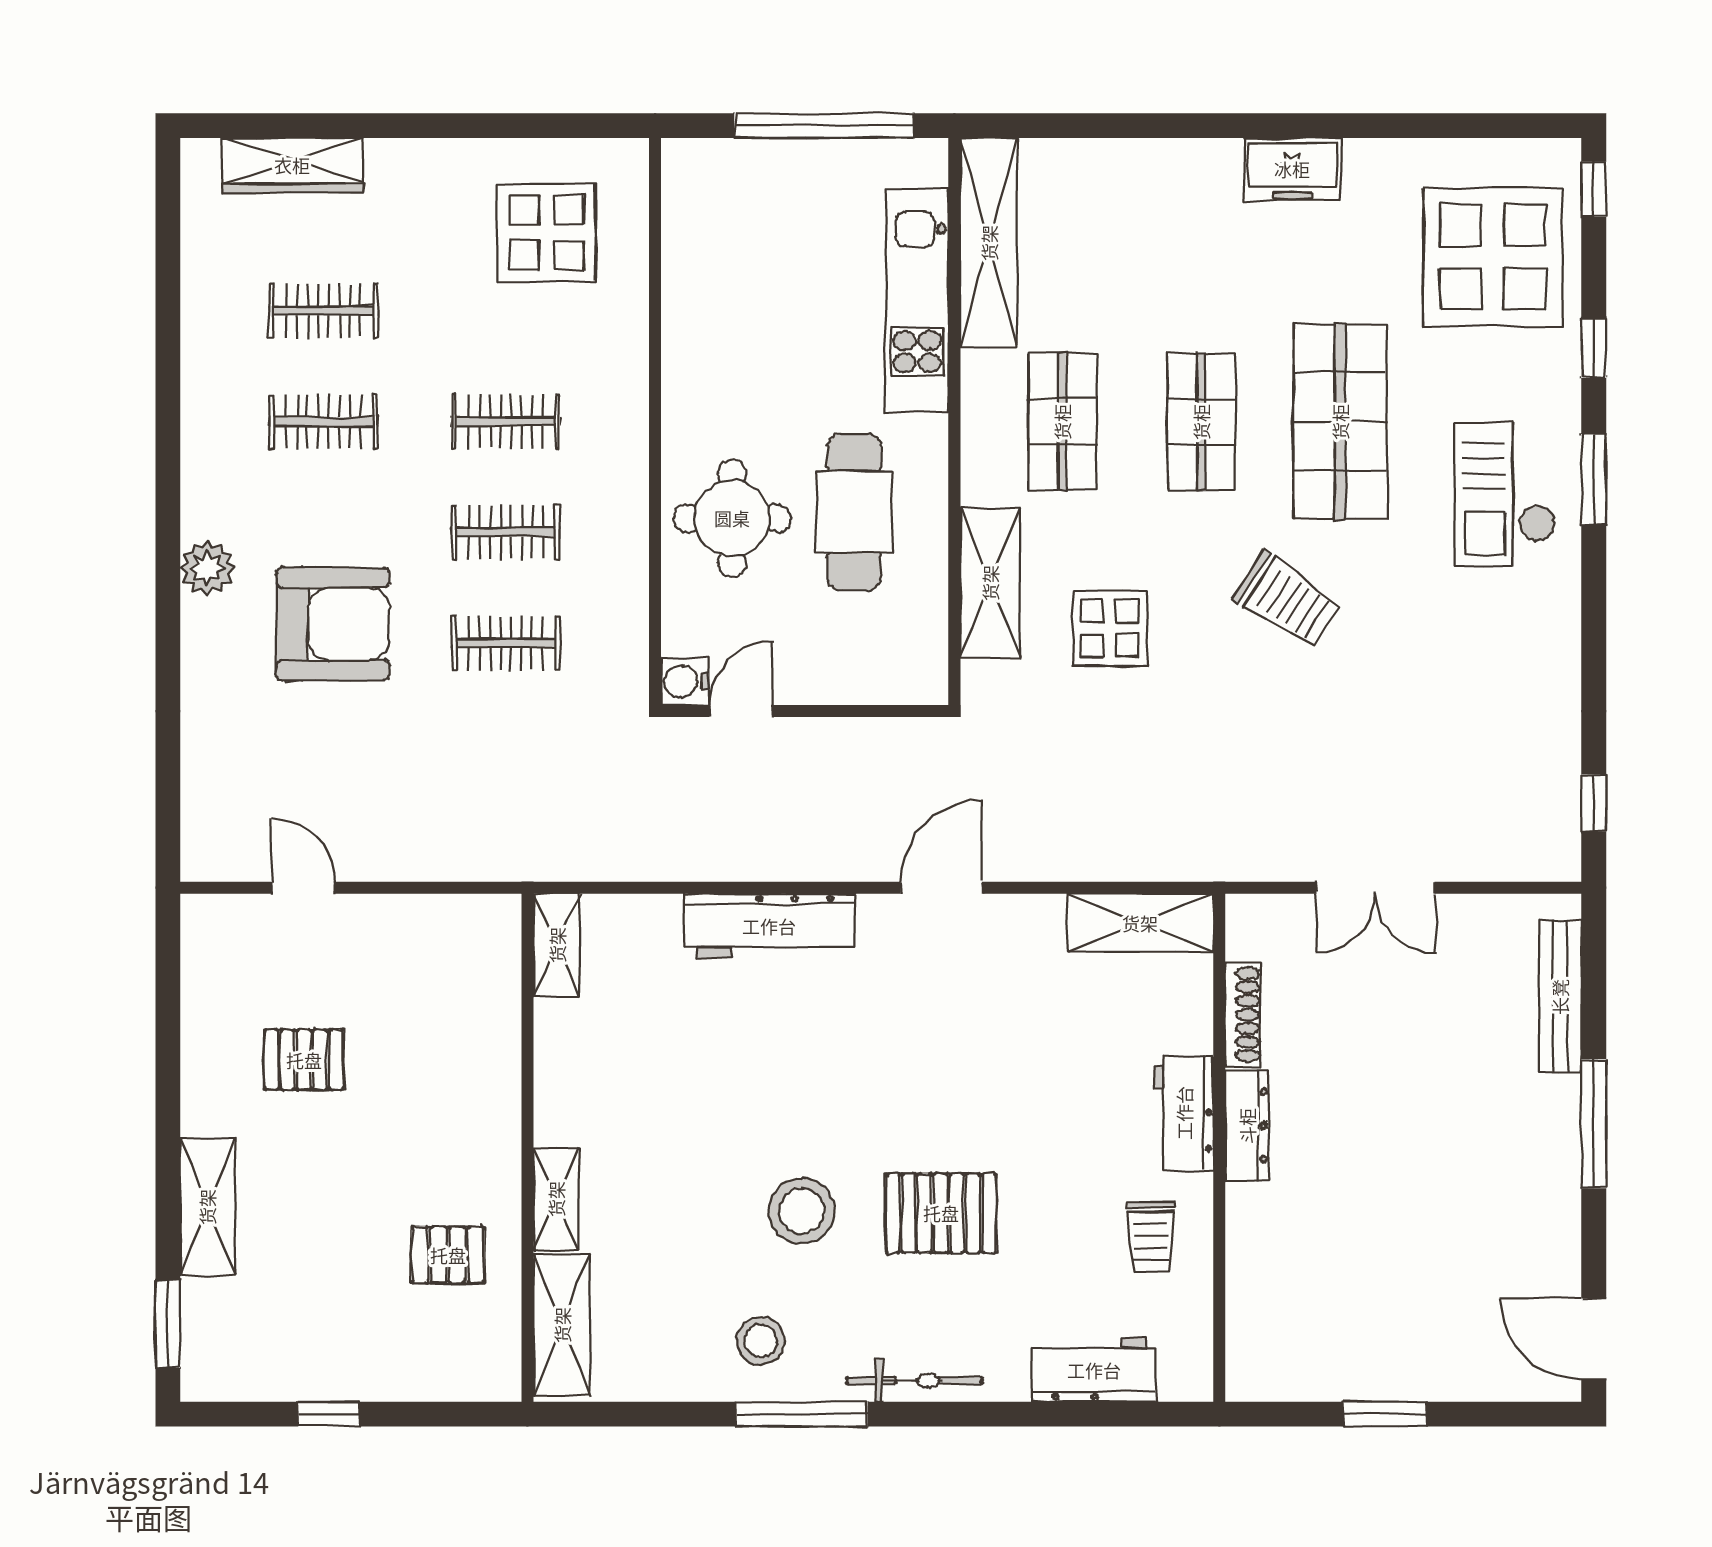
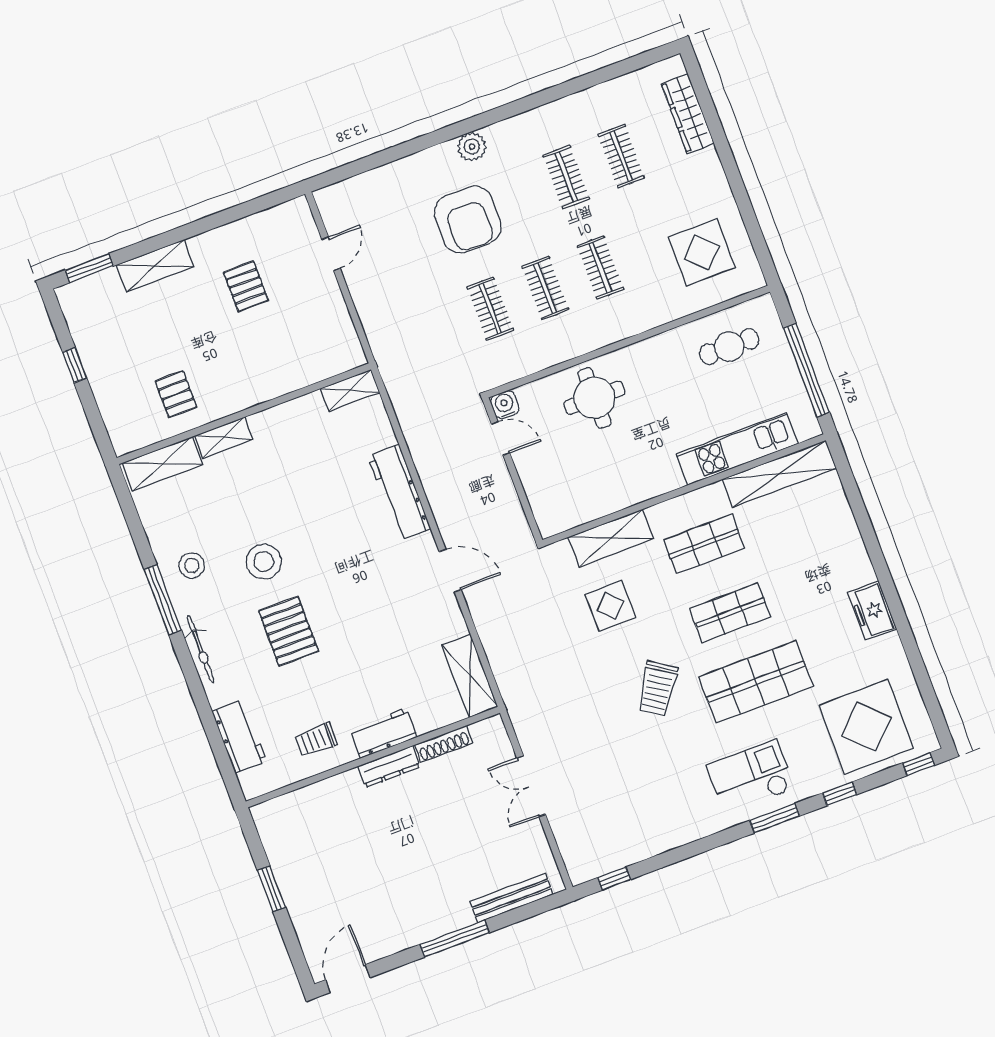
cafe table: (854, 512) -> (729, 347), moved, width x0.73, depth x0.74

